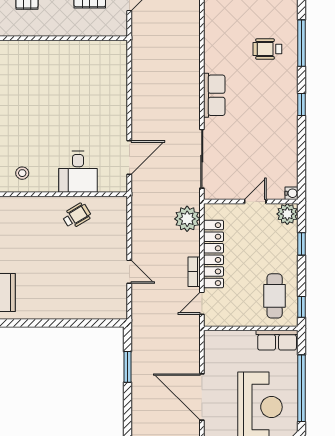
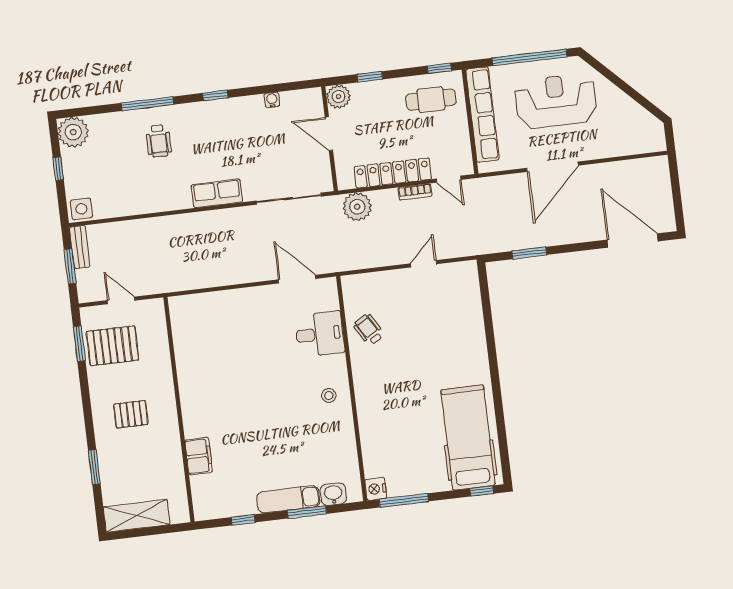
water cooler: (292, 193) -> (272, 100), moved
door: (255, 201) -> (329, 134), width x1.38
row of seats: (277, 340) -> (482, 115), width x2.02

